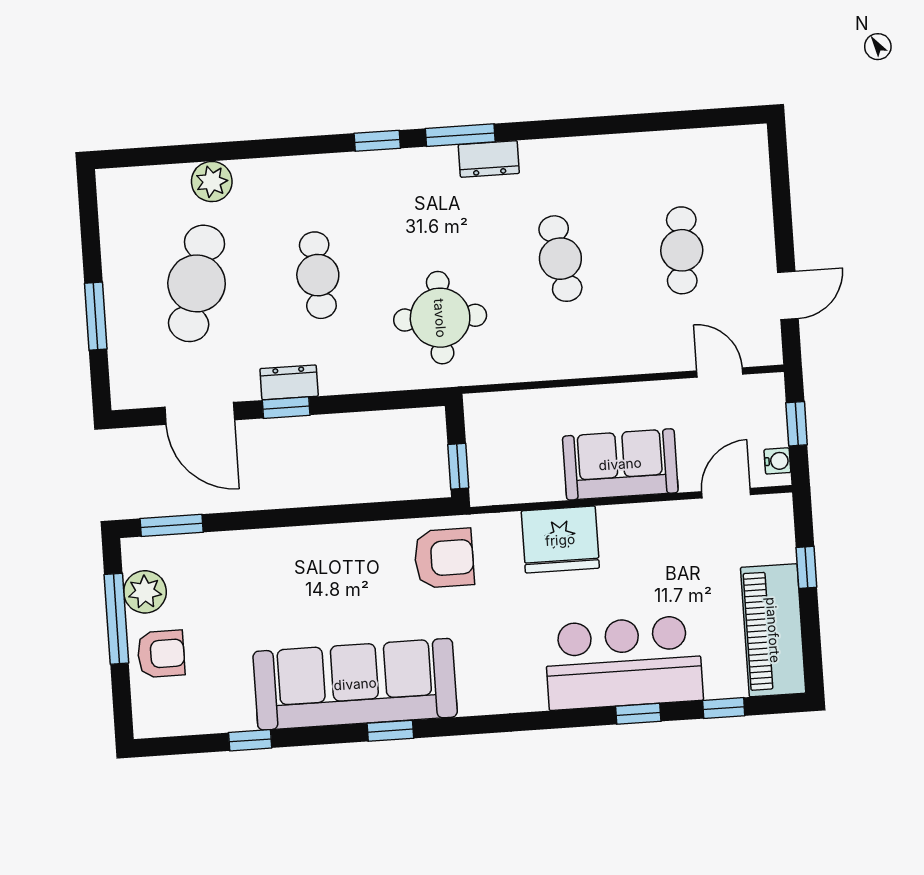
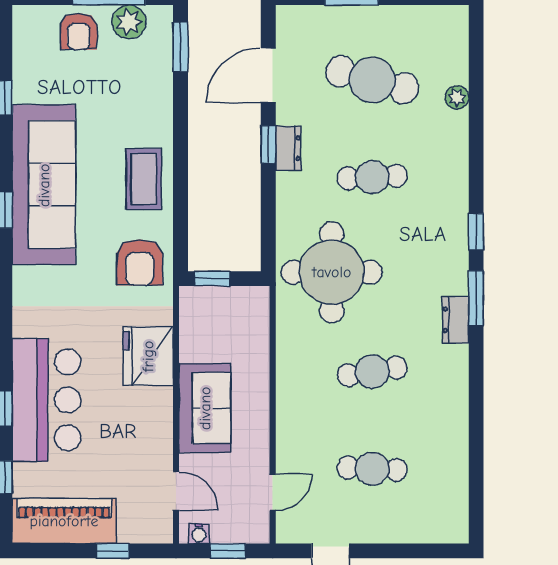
plant: (212, 182) -> (457, 98), width x0.73, depth x0.73
round table: (440, 318) -> (332, 272), width x1.36, depth x1.36
coffee table: (340, 560) -> (144, 179), added

